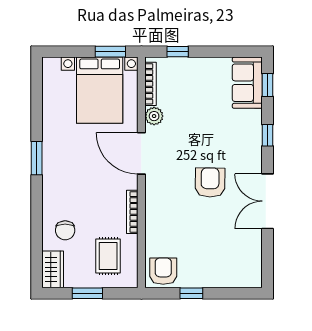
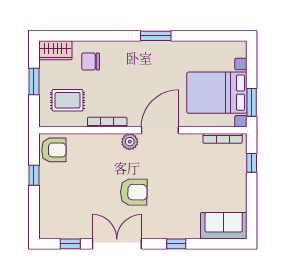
window: (267, 85) -> (70, 244), moved
plant: (154, 116) -> (130, 142), moved

